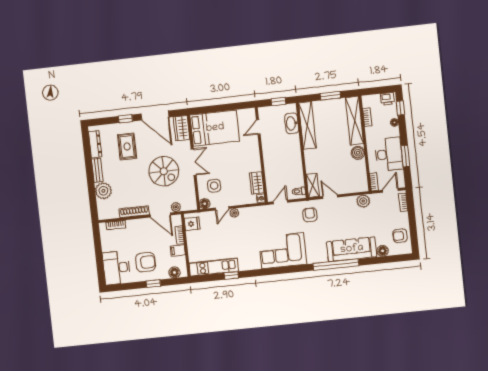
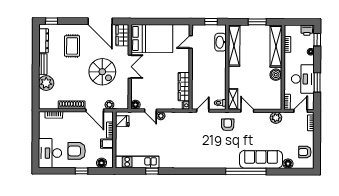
window: (125, 119) -> (52, 21), moved
wardrobe: (257, 183) -> (184, 87), width x1.50
side table: (214, 186) -> (146, 90), removed
door: (222, 208) -> (151, 110), hinge flipped
corner sofa: (283, 251) -> (200, 154), removed
armchair: (146, 262) -> (77, 151), turned 180

